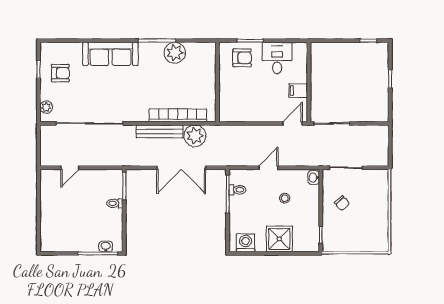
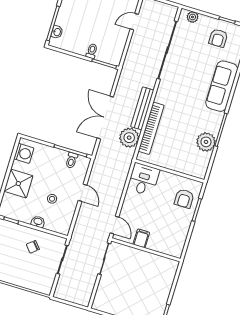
desk: (277, 58) -> (143, 179), moved, turned -90
door: (70, 168) -> (134, 22), hinge flipped
washbasin: (314, 178) -> (38, 222), moved

